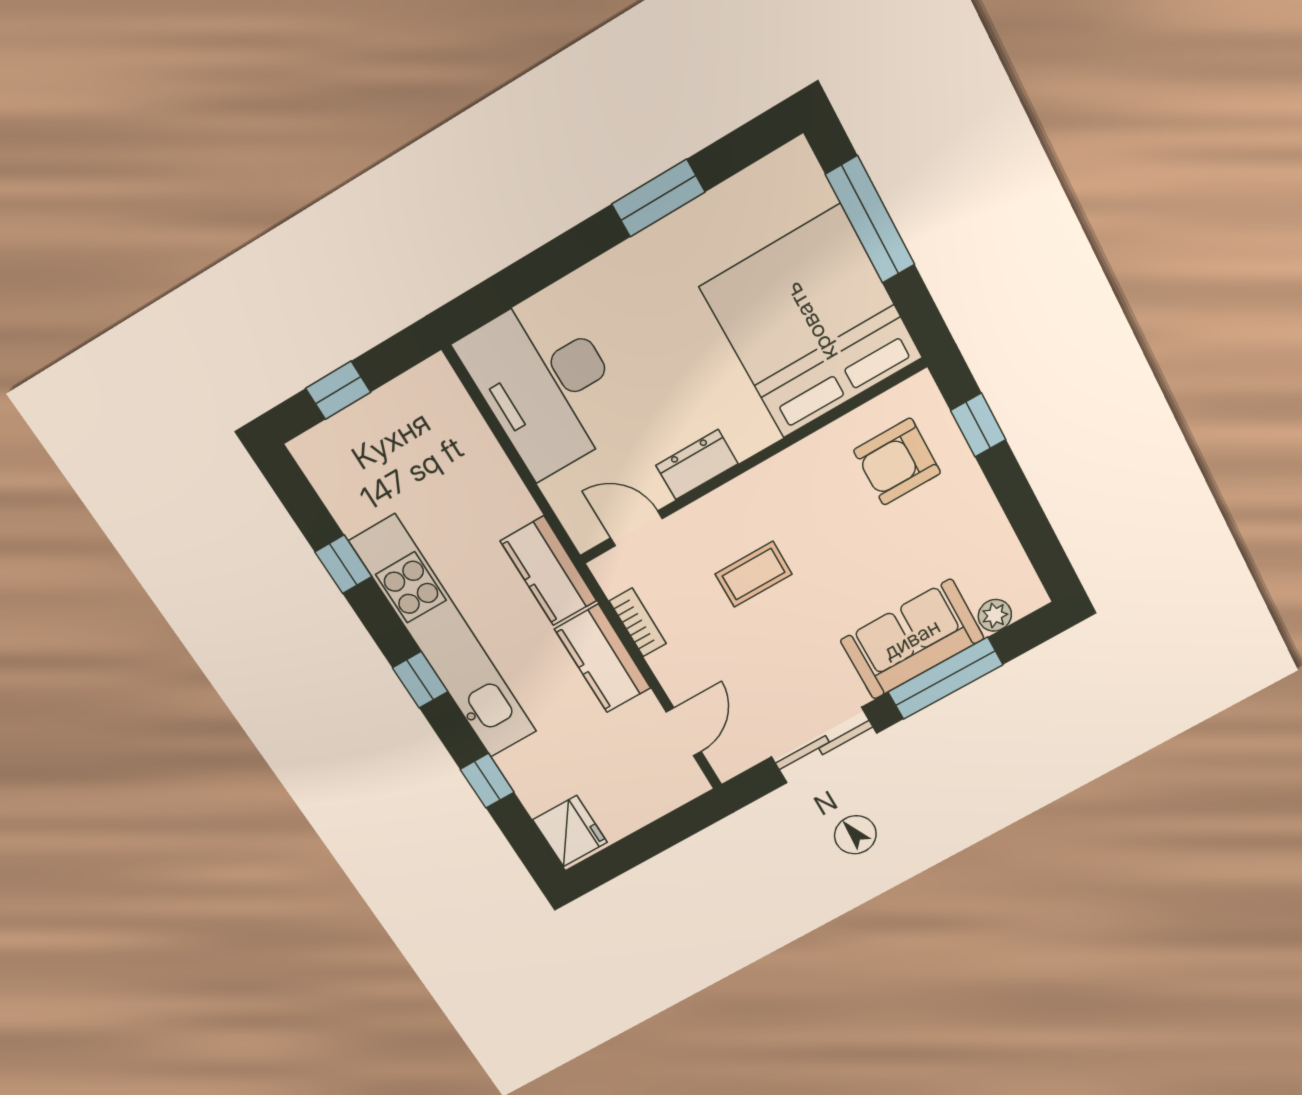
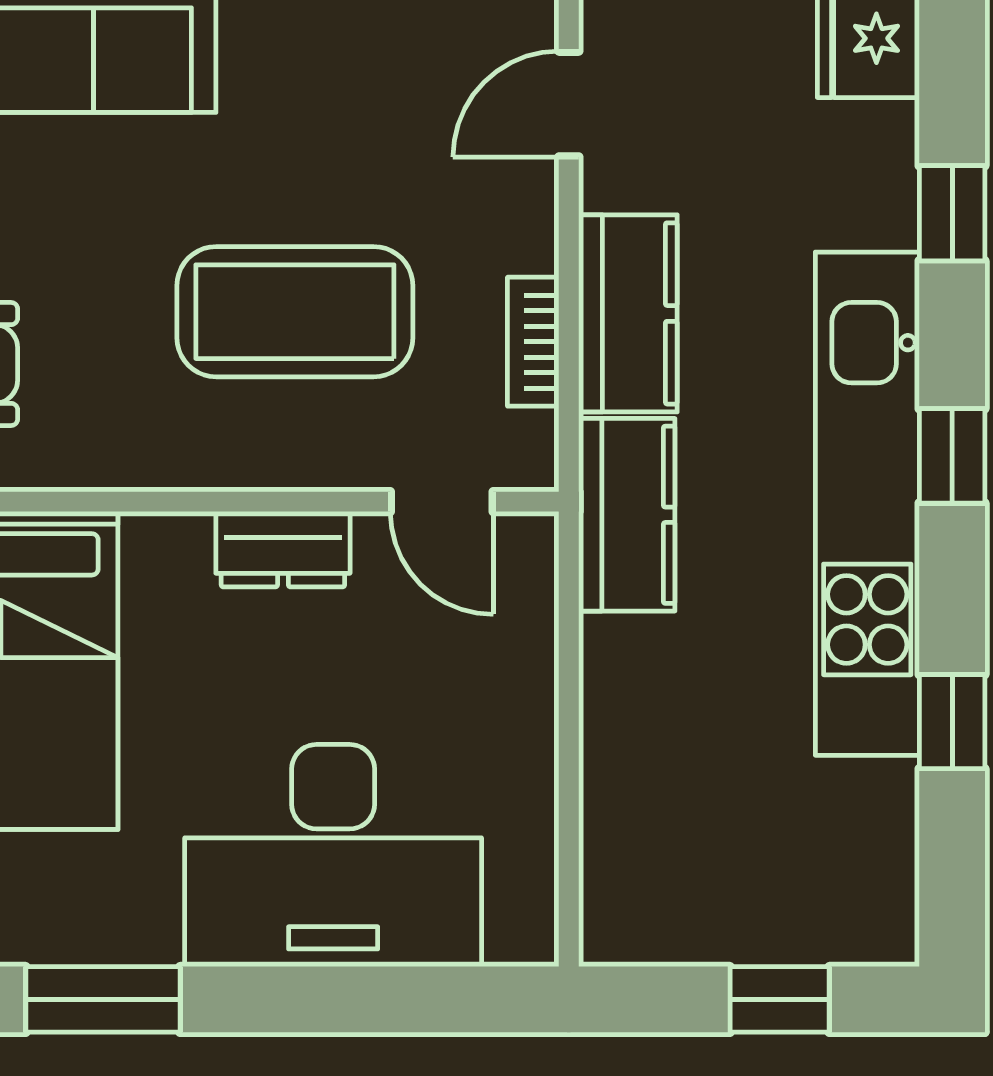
desk: (546, 384) -> (333, 856), moved, turned 90
coffee table: (754, 574) -> (295, 312), width x1.86, depth x1.72

